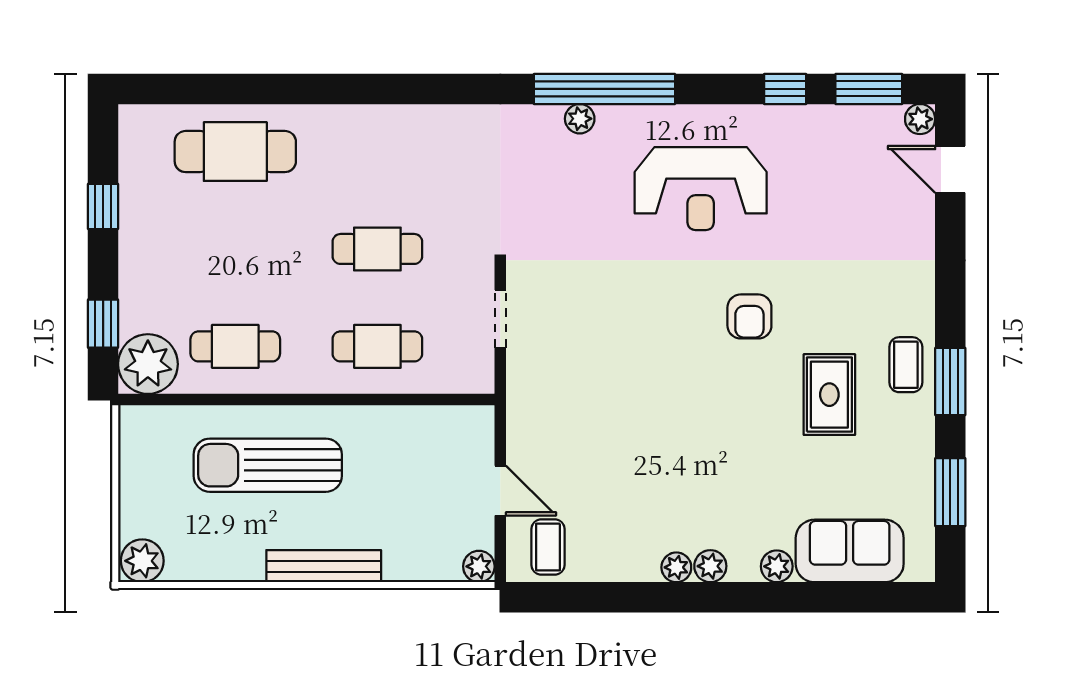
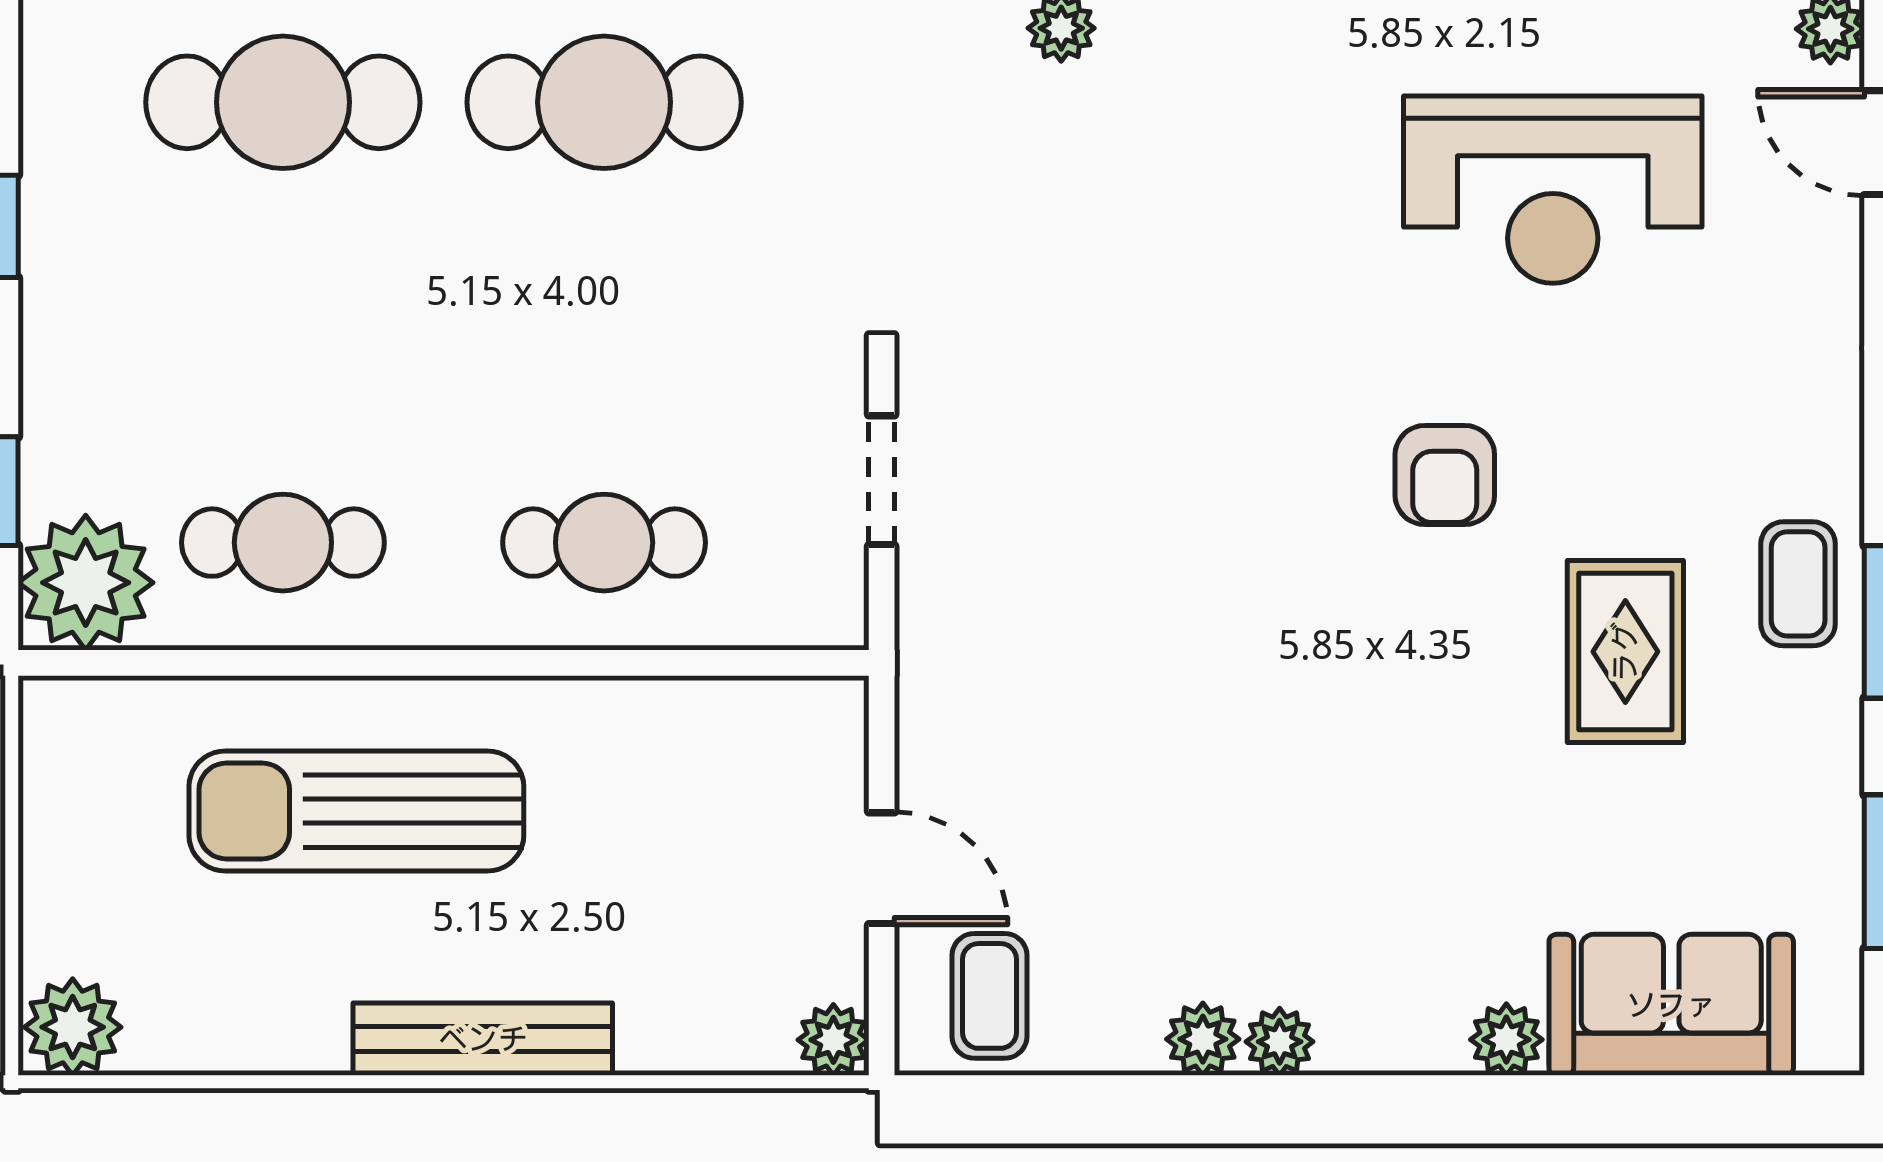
reception desk: (701, 189) -> (1553, 190), moved
cafe table: (377, 249) -> (604, 102), moved, width x1.37, depth x1.35
plant: (710, 566) -> (1203, 1039), moved

